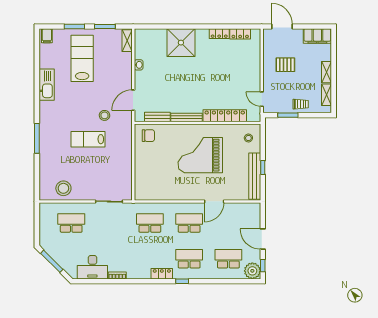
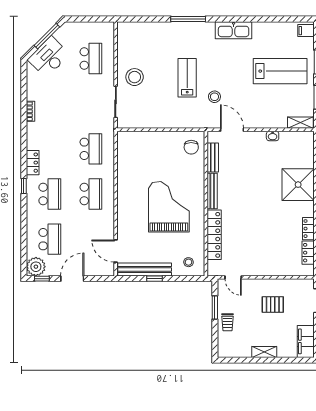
pallet: (285, 65) -> (273, 305), turned 90
kitchen sink: (47, 85) -> (234, 30), moved
shelving: (327, 95) -> (238, 352), removed
door: (262, 99) -> (233, 277), swing flipped
stool: (63, 188) -> (135, 77), moved
door: (214, 201) -> (116, 251), moved
desk: (92, 267) -> (49, 57), moved, turned 45

